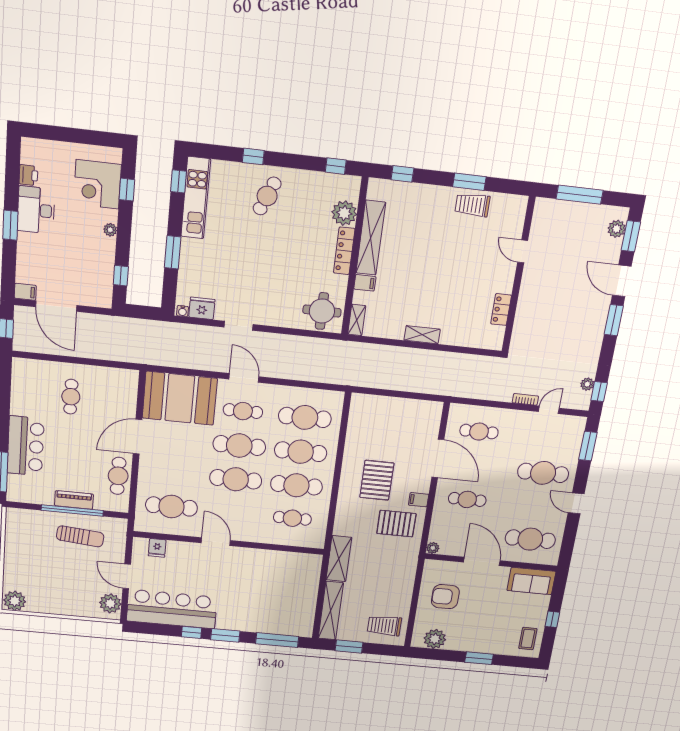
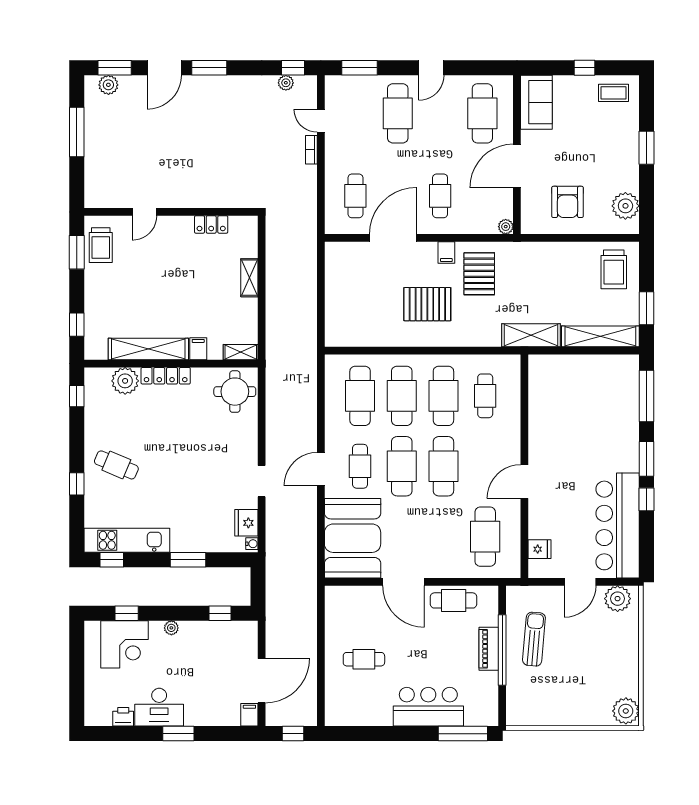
door: (523, 251) -> (144, 212), moved
wall: (518, 275) -> (171, 212), moved
locker: (501, 310) -> (211, 224), moved

